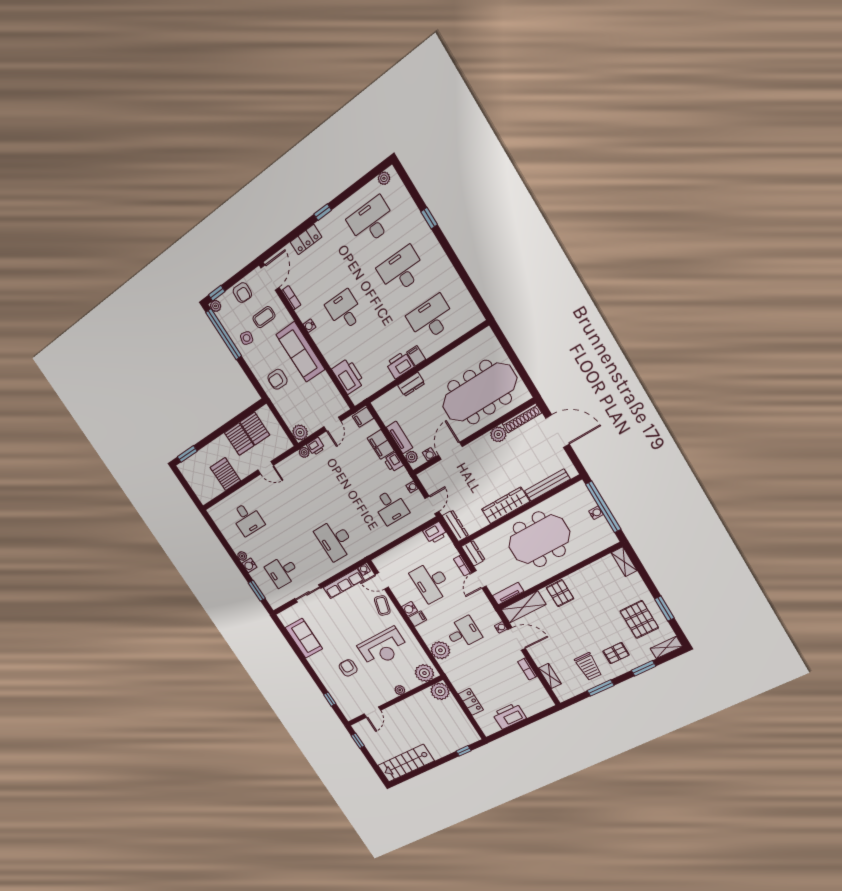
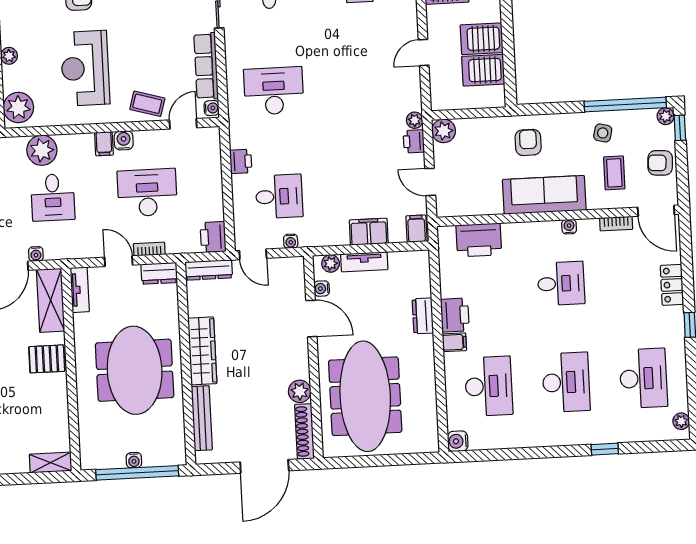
water cooler: (476, 318) -> (458, 441), added
printer: (393, 462) -> (241, 161), moved, turned 90
desk: (391, 507) -> (279, 196), turned 180

